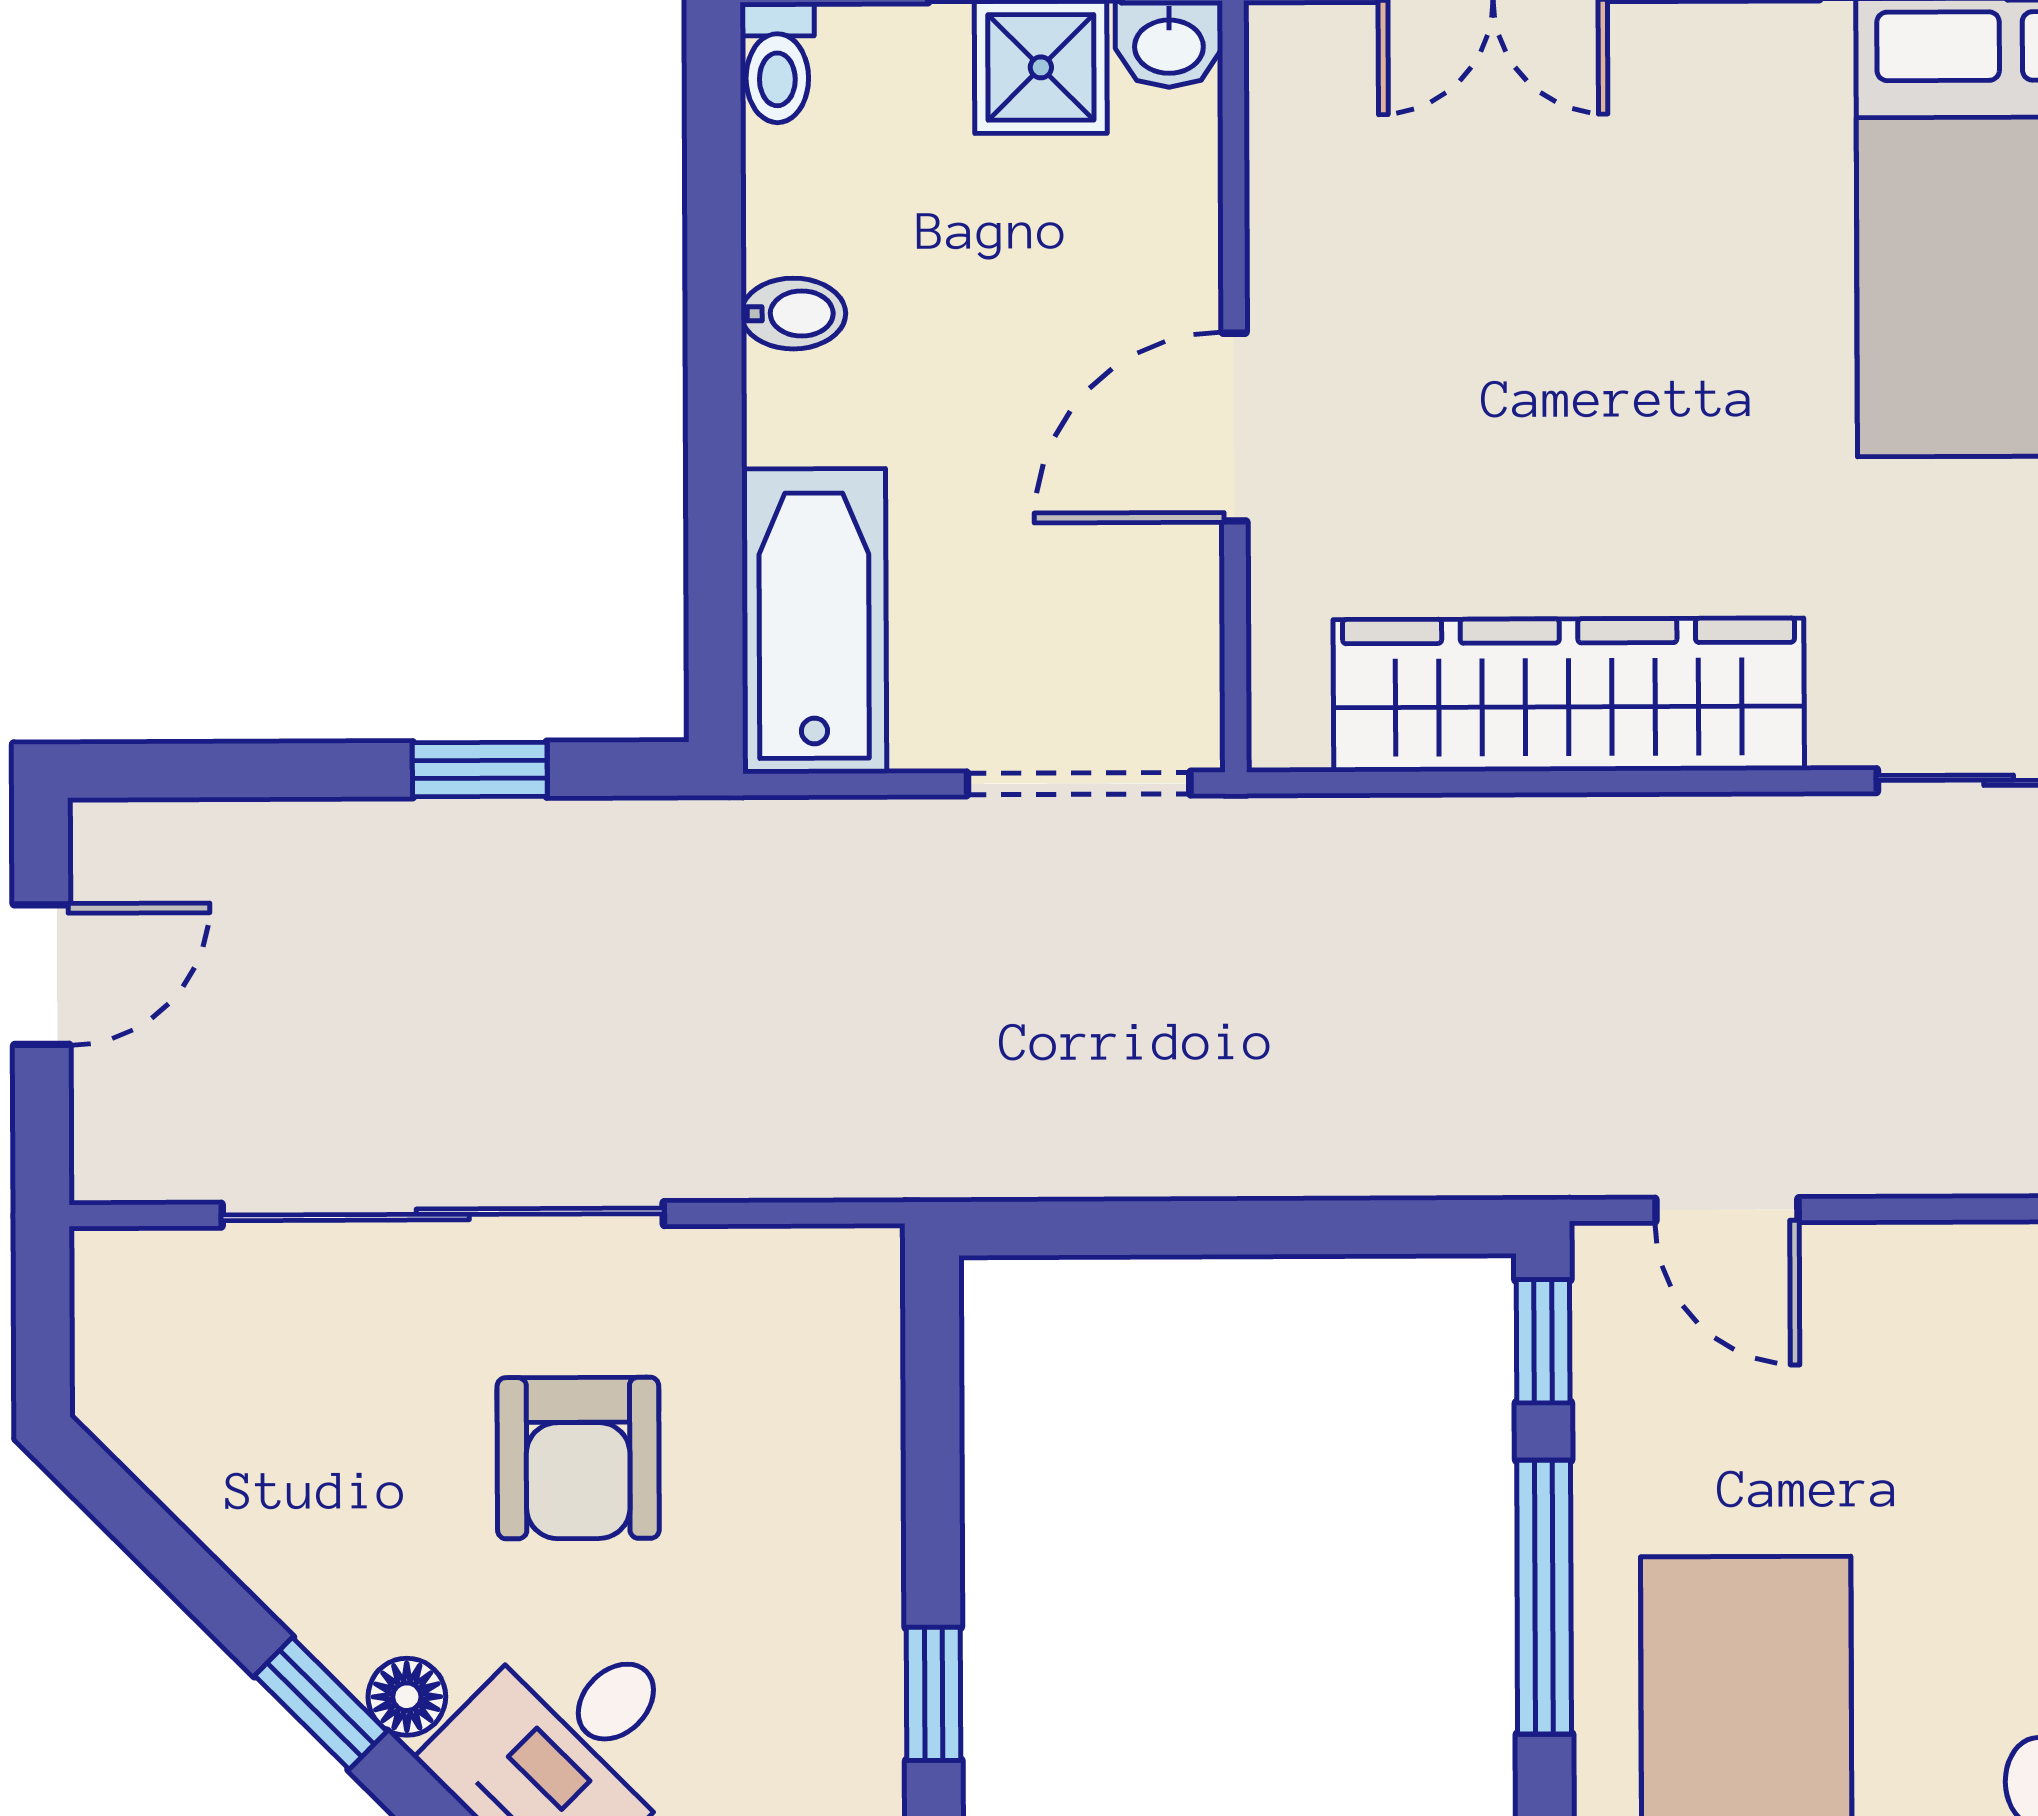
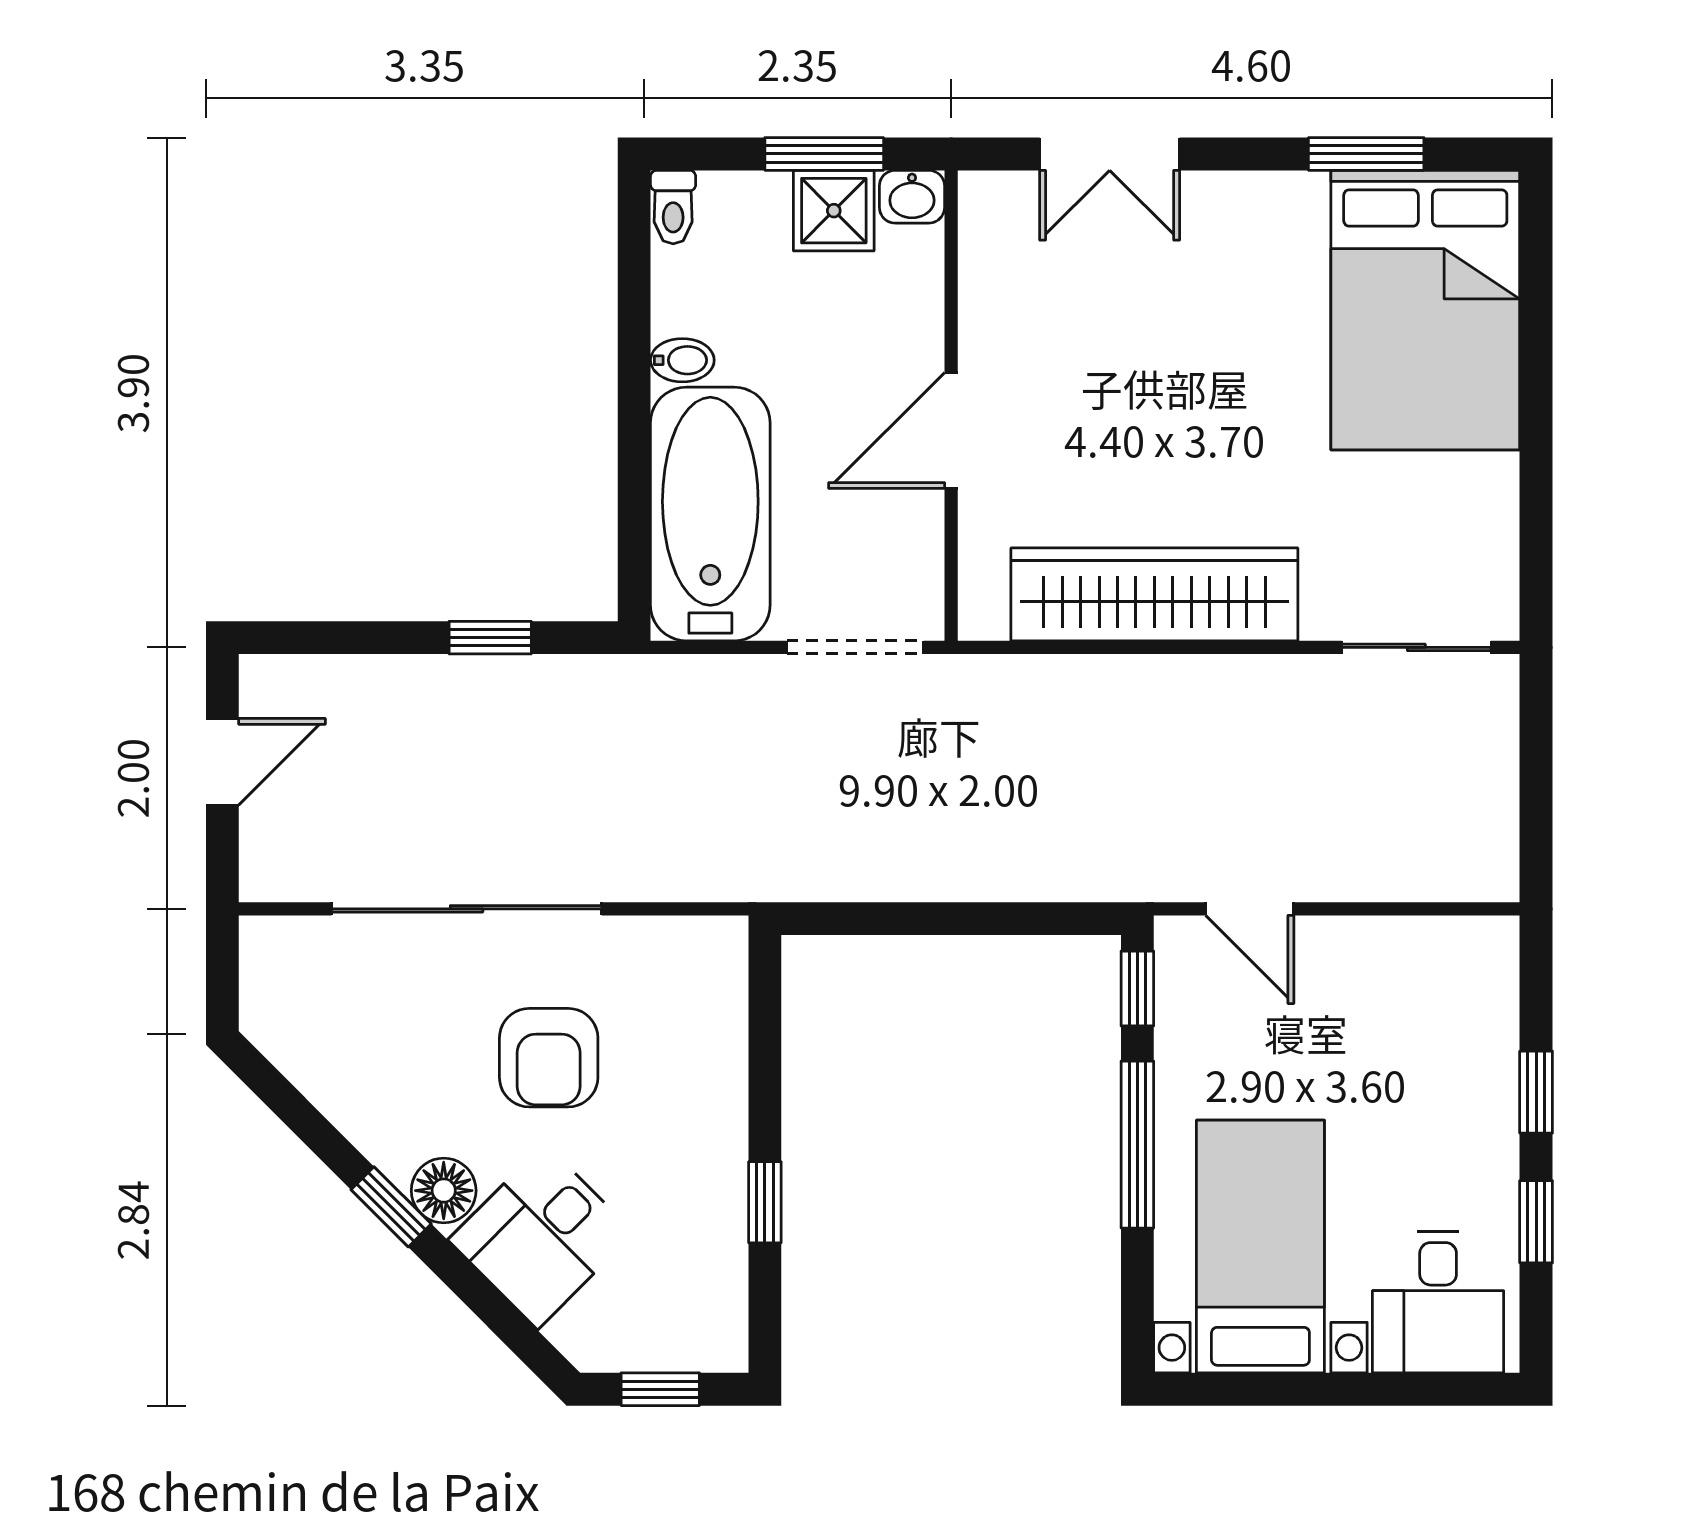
bathtub: (814, 621) -> (710, 514), width x1.36, depth x1.36
floor lamp: (407, 1697) -> (444, 1191), width x1.37, depth x1.37

